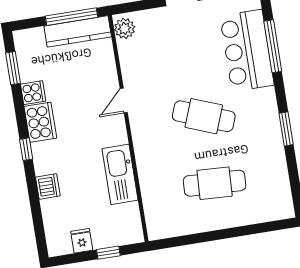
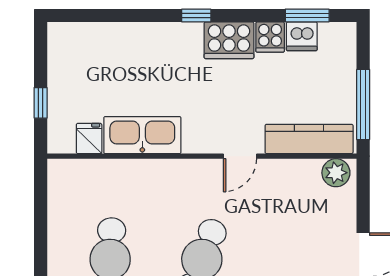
kitchen counter: (78, 31) -> (309, 139), moved, turned 90
door: (124, 100) -> (240, 156), swing flipped
dishwasher: (48, 187) -> (302, 36), moved
fridge: (82, 241) -> (89, 138), moved, turned -90

